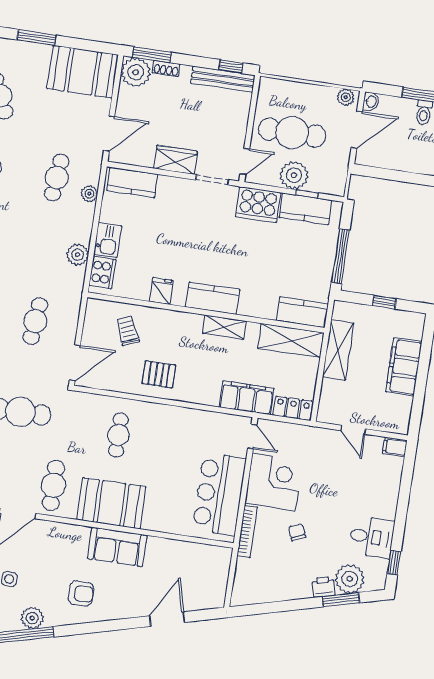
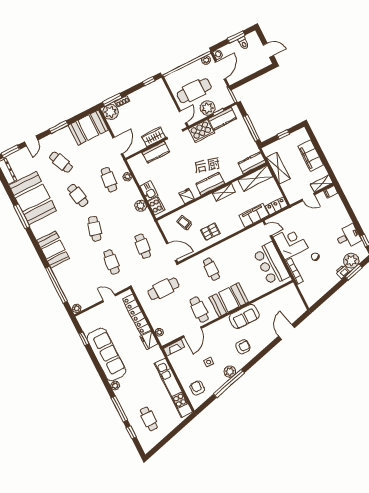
bench: (223, 79) -> (149, 89), removed
kitchen counter: (132, 182) -> (156, 152), moved
door: (75, 363) -> (172, 252), hinge flipped
shelving: (389, 424) -> (322, 184), added

